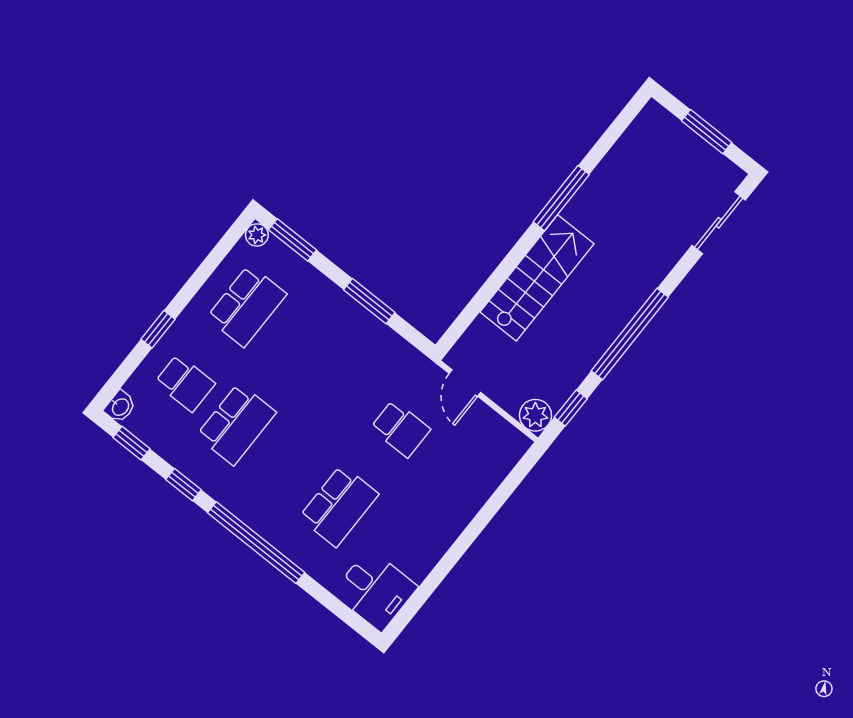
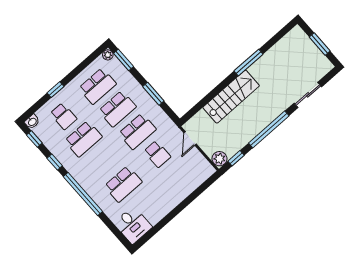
sliding door: (719, 223) -> (308, 95), moved
school desk: (298, 347) -> (117, 109), added
school desk: (349, 388) -> (137, 131), added

